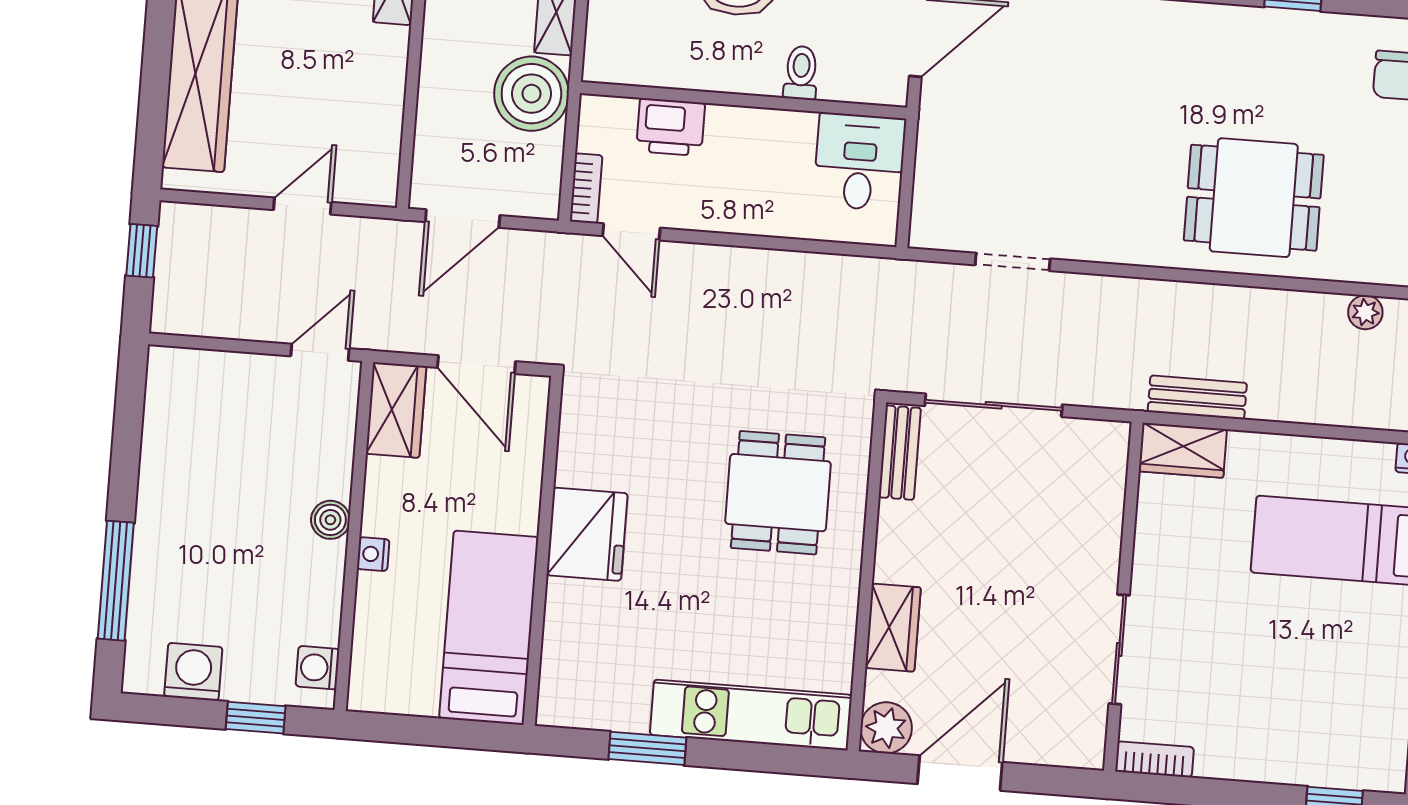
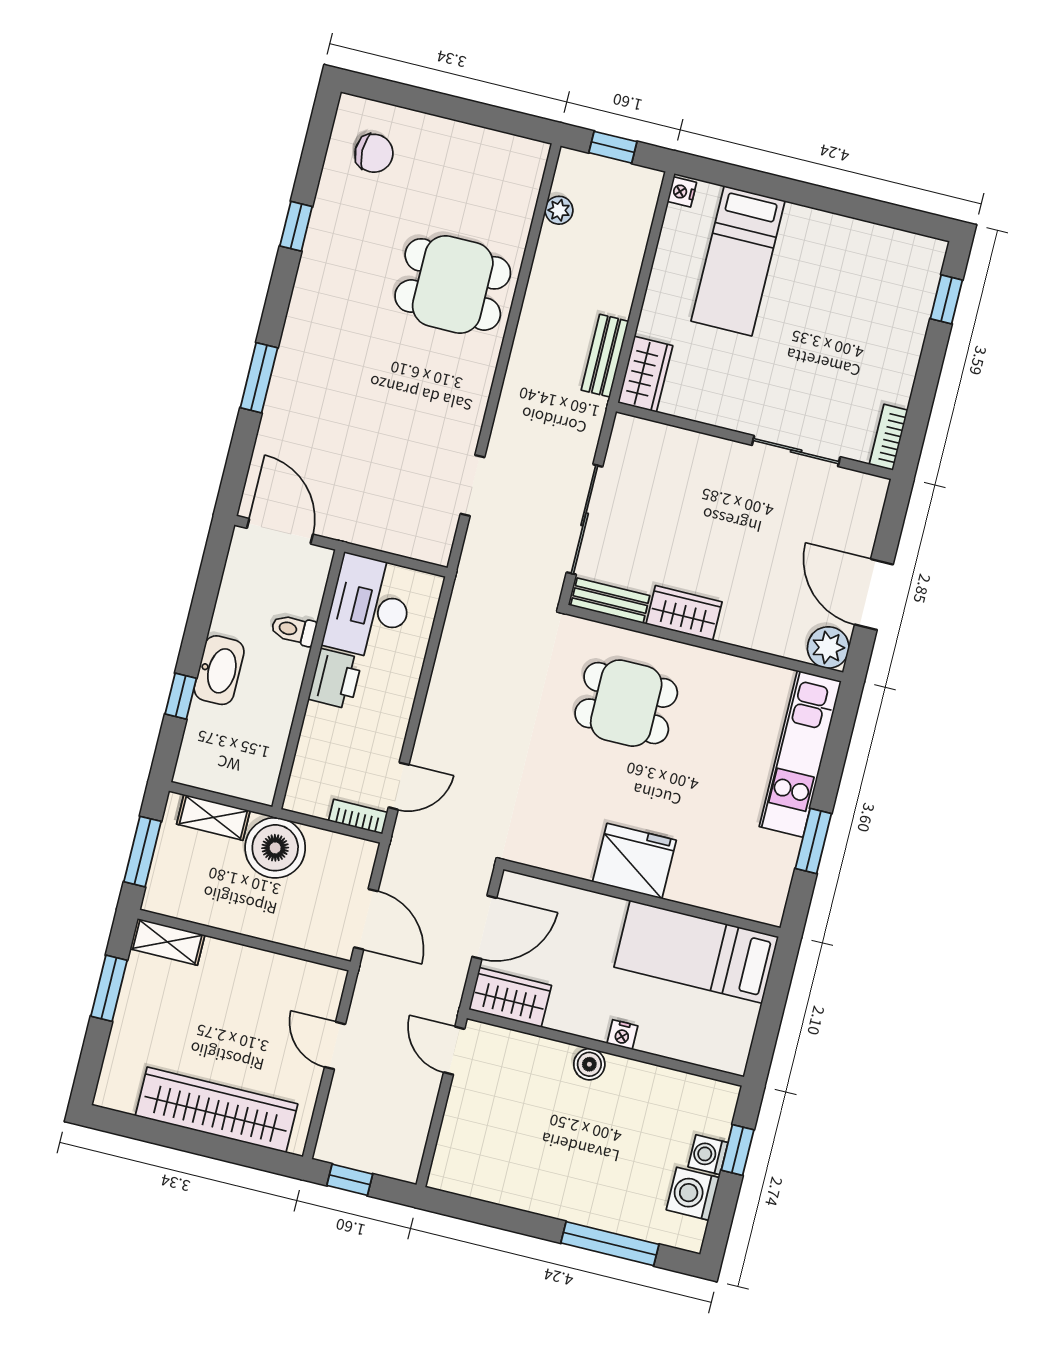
printer: (671, 127) -> (335, 679), moved
desk: (860, 162) -> (369, 607), width x1.37
dining table: (1254, 198) -> (453, 284), turned 90
wardrobe: (893, 628) -> (684, 613), moved
washing machine: (318, 668) -> (708, 1155), moved, turned 90

